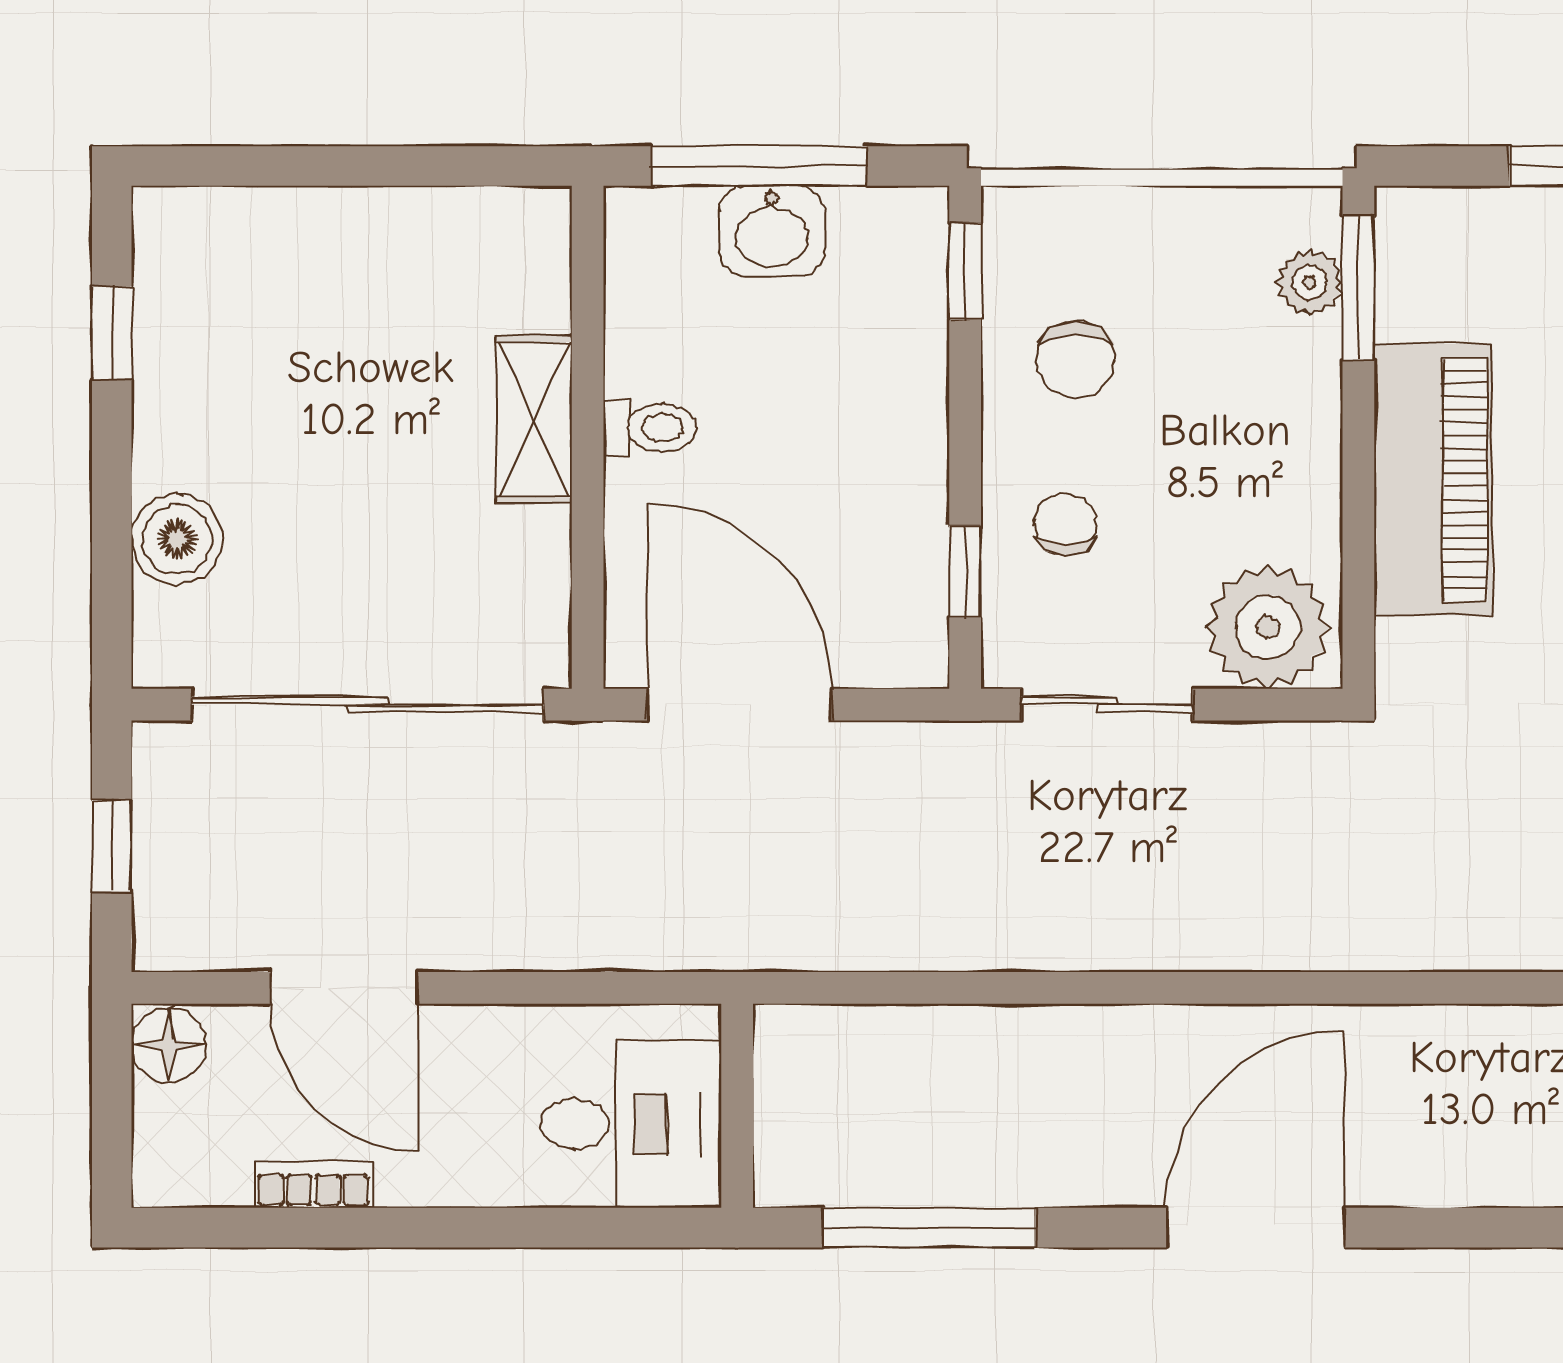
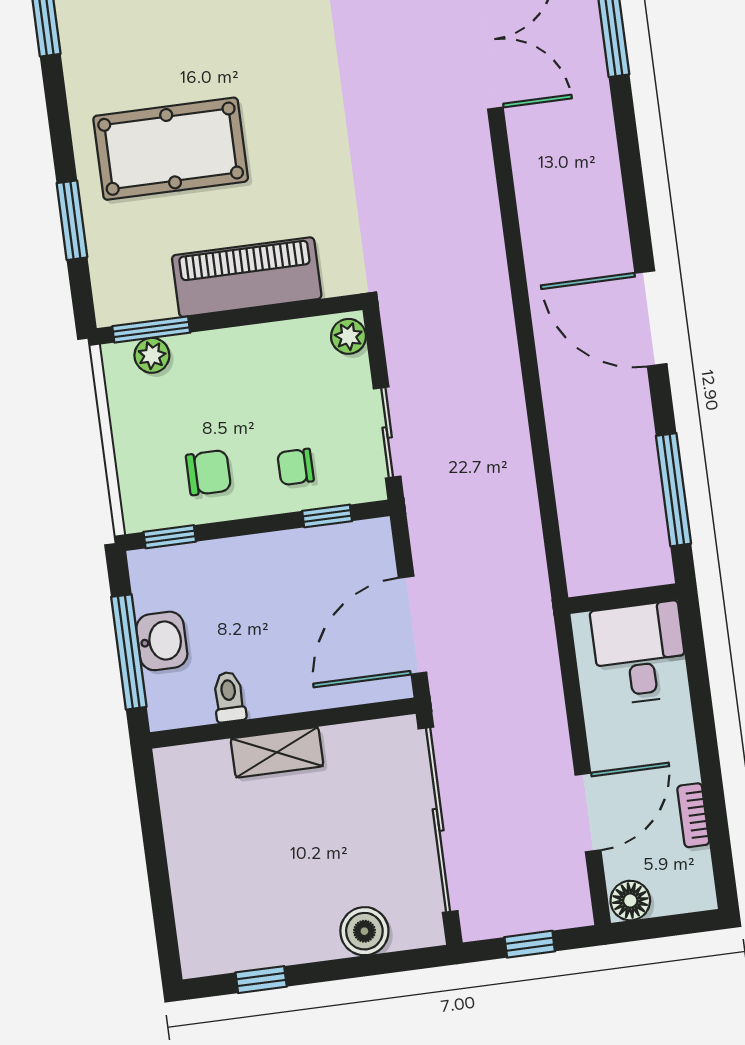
toilet: (650, 428) -> (229, 697), moved
plant: (1268, 627) -> (348, 336), width x0.53, depth x0.53

